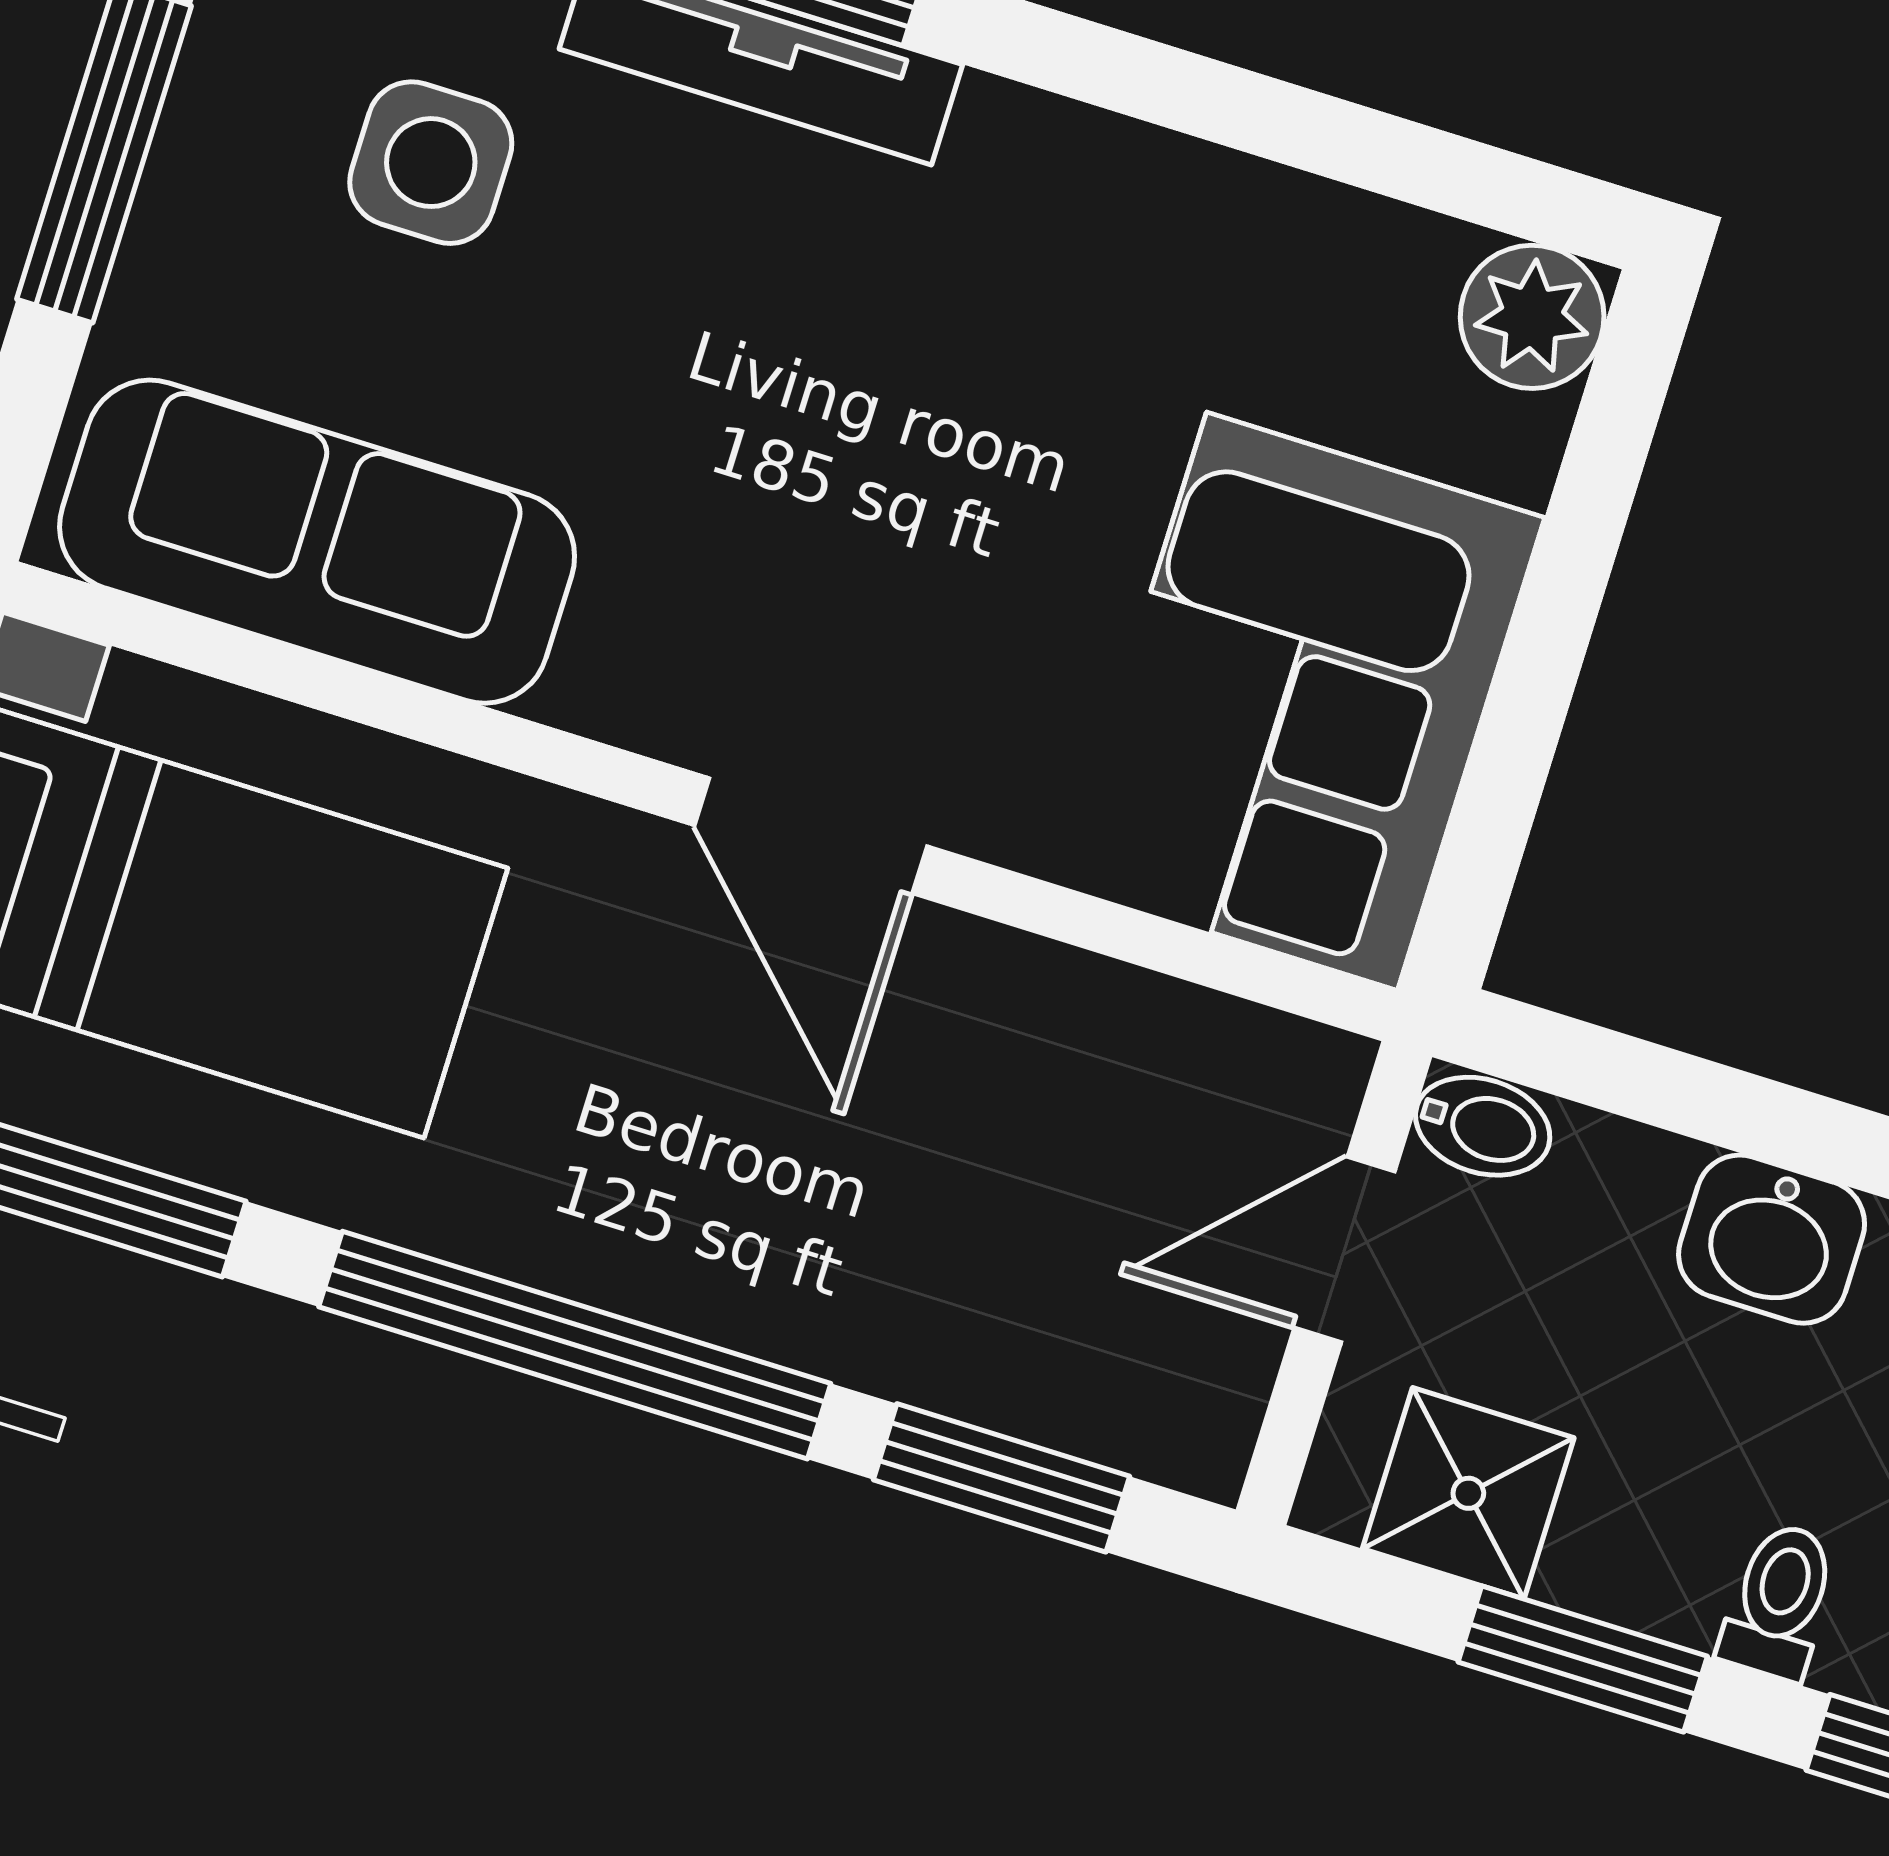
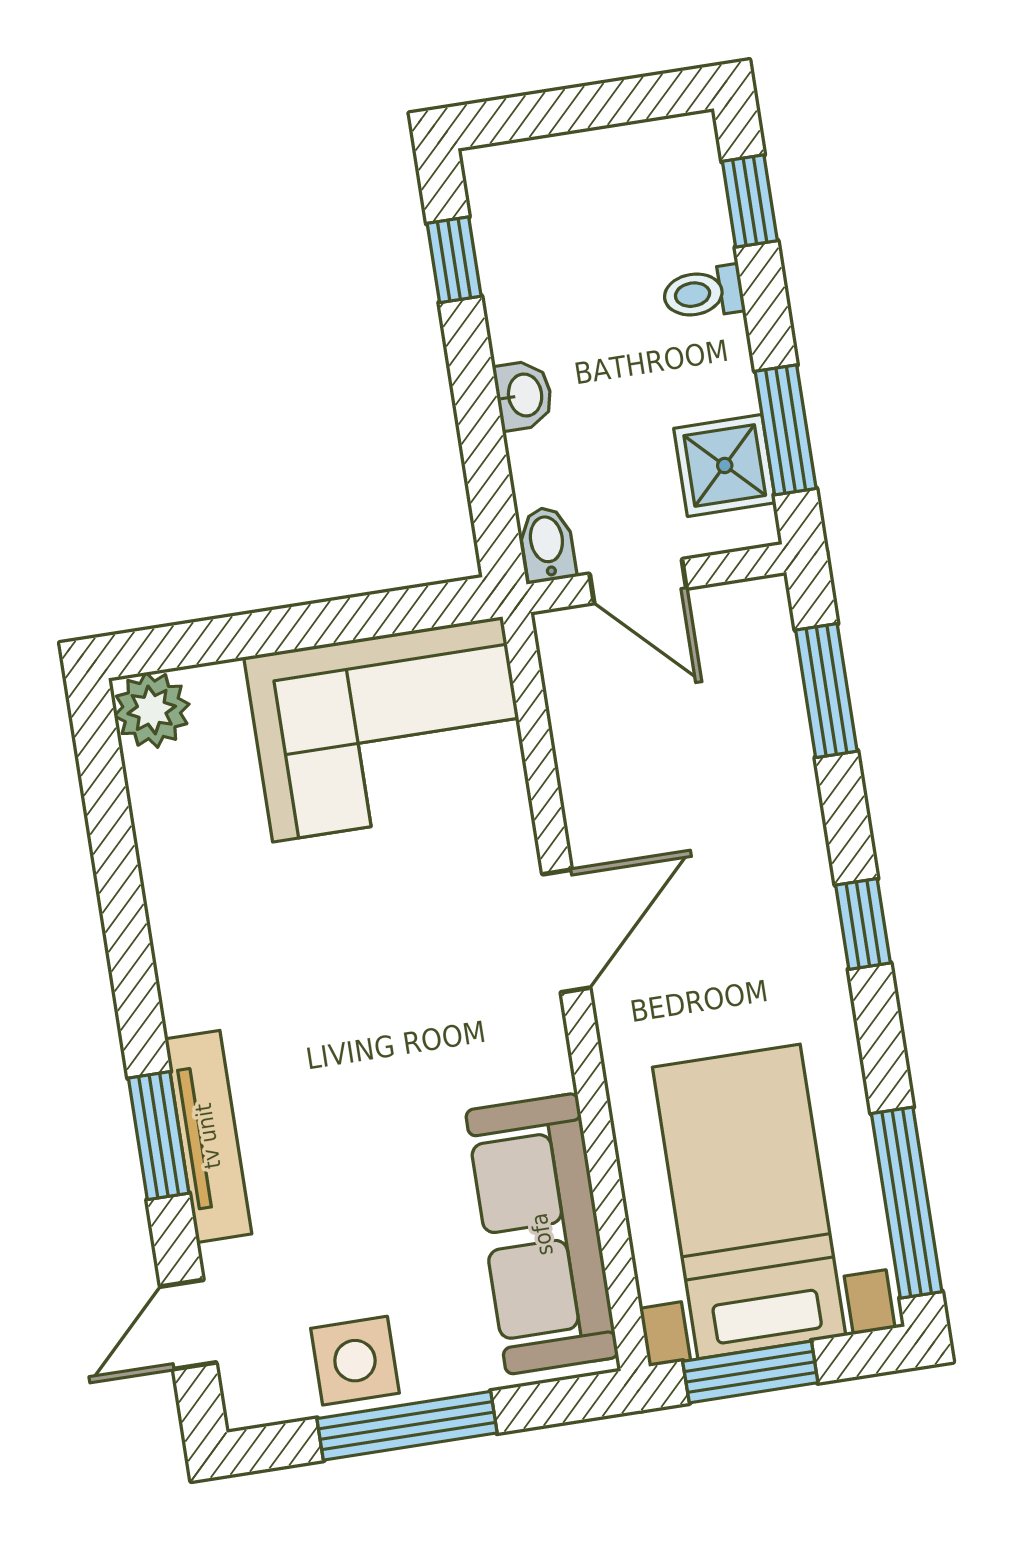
side table: (431, 163) -> (355, 1361), moved
washbasin: (1772, 1239) -> (524, 395), width x0.72, depth x0.69
window: (575, 1345) -> (863, 924), width x0.32
window: (1583, 1659) -> (786, 430), moved

